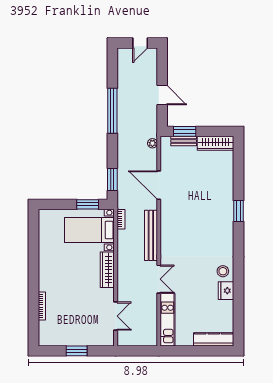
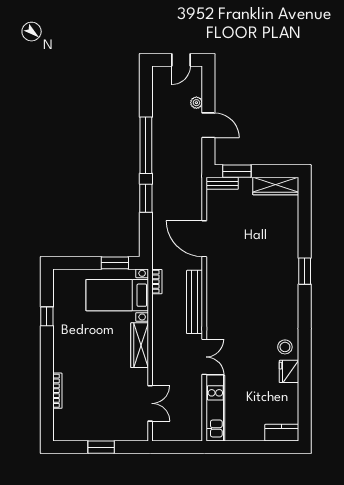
bench: (184, 141) -> (222, 183), moved
plant: (152, 143) -> (196, 103), moved
window: (112, 180) -> (146, 198), moved
window: (33, 247) -> (47, 316), added
kitchen counter: (214, 339) -> (282, 433), width x0.67

